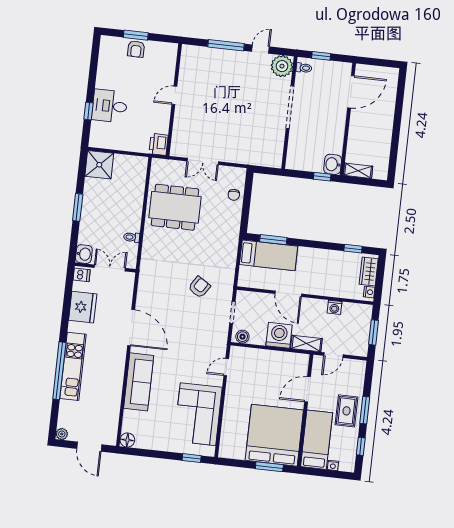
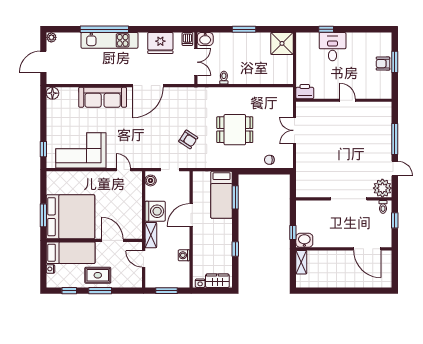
dining table: (175, 207) -> (235, 130), moved, width x0.73
window: (353, 249) -> (235, 249), moved

